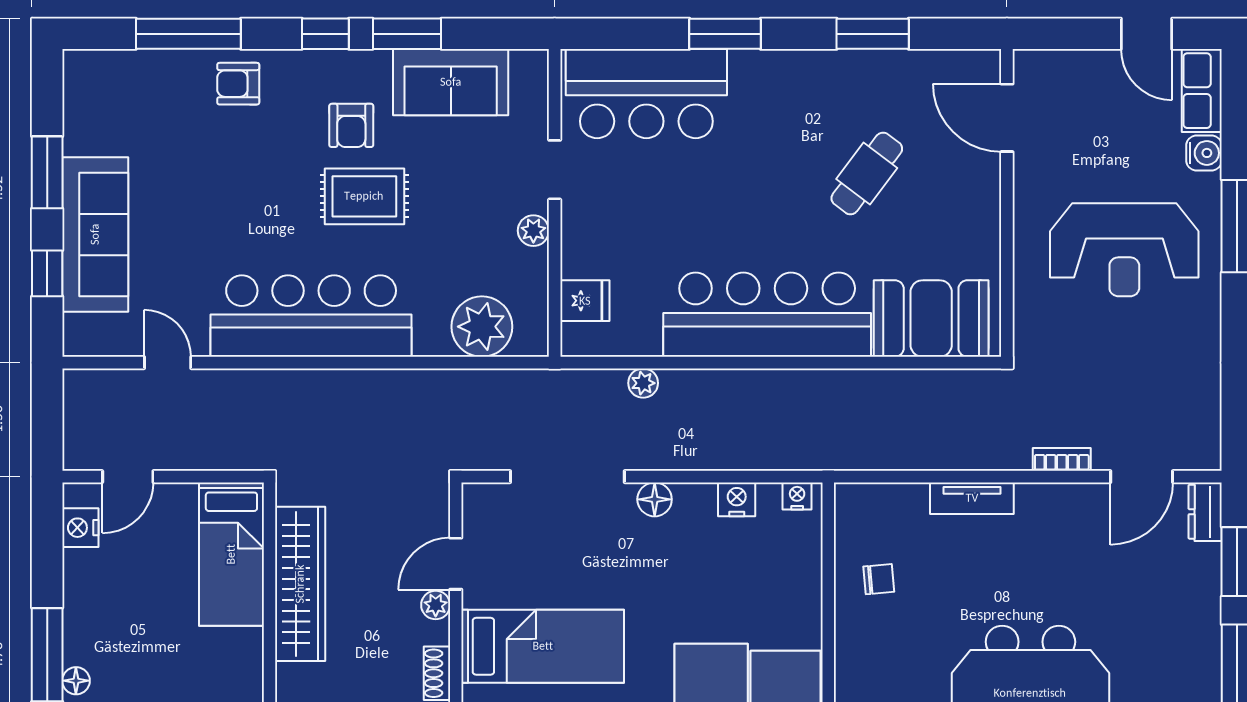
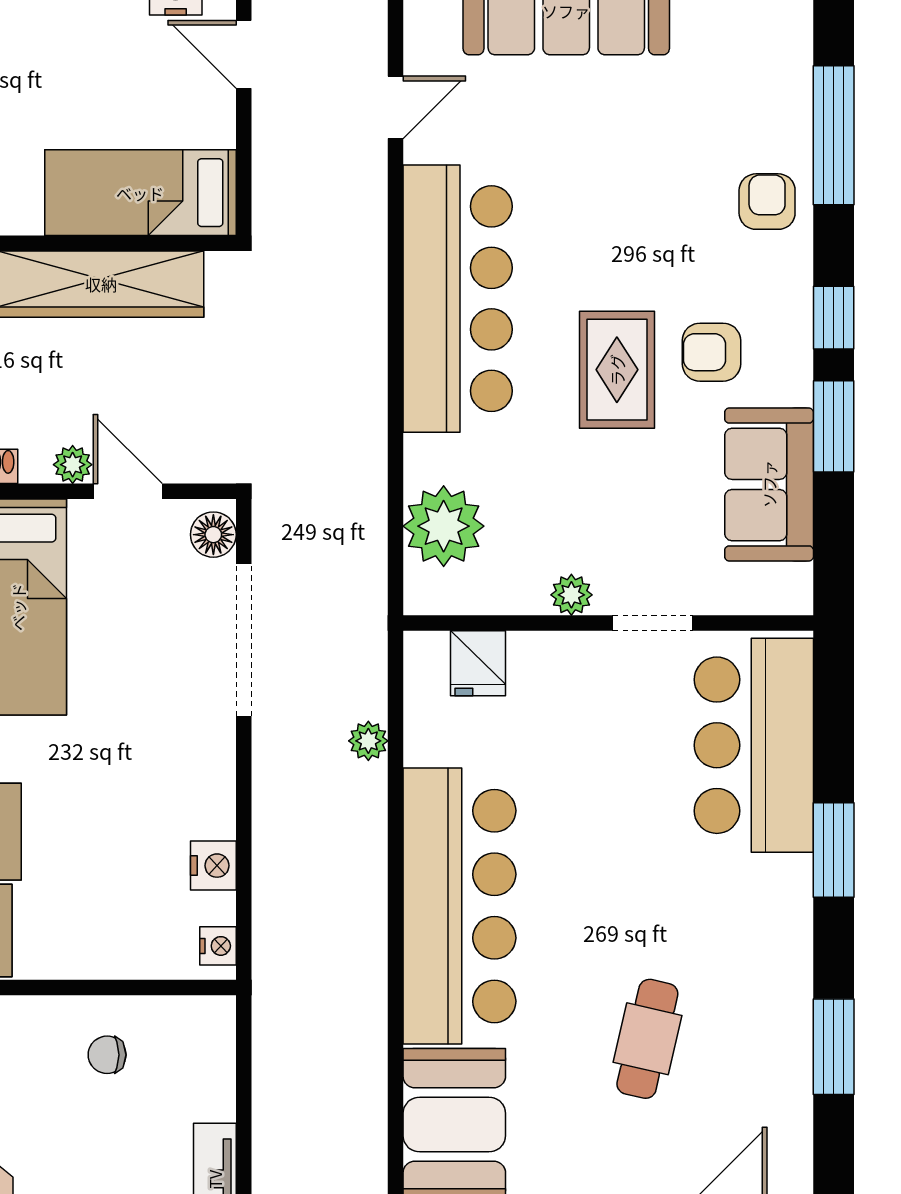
cafe table: (867, 173) -> (647, 1039), turned 66
floor lamp: (655, 499) -> (213, 535), moved
chair: (879, 579) -> (107, 1055), turned 95

